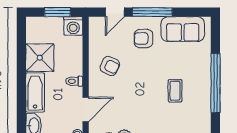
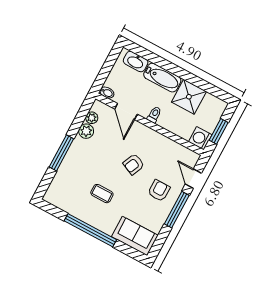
sofa: (183, 29) -> (135, 236), moved, turned 90
armchair: (110, 66) -> (134, 164), moved

